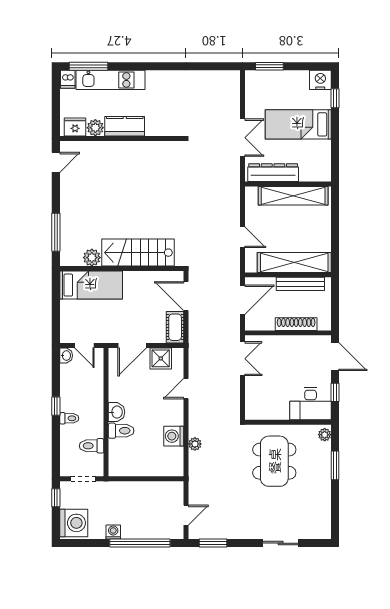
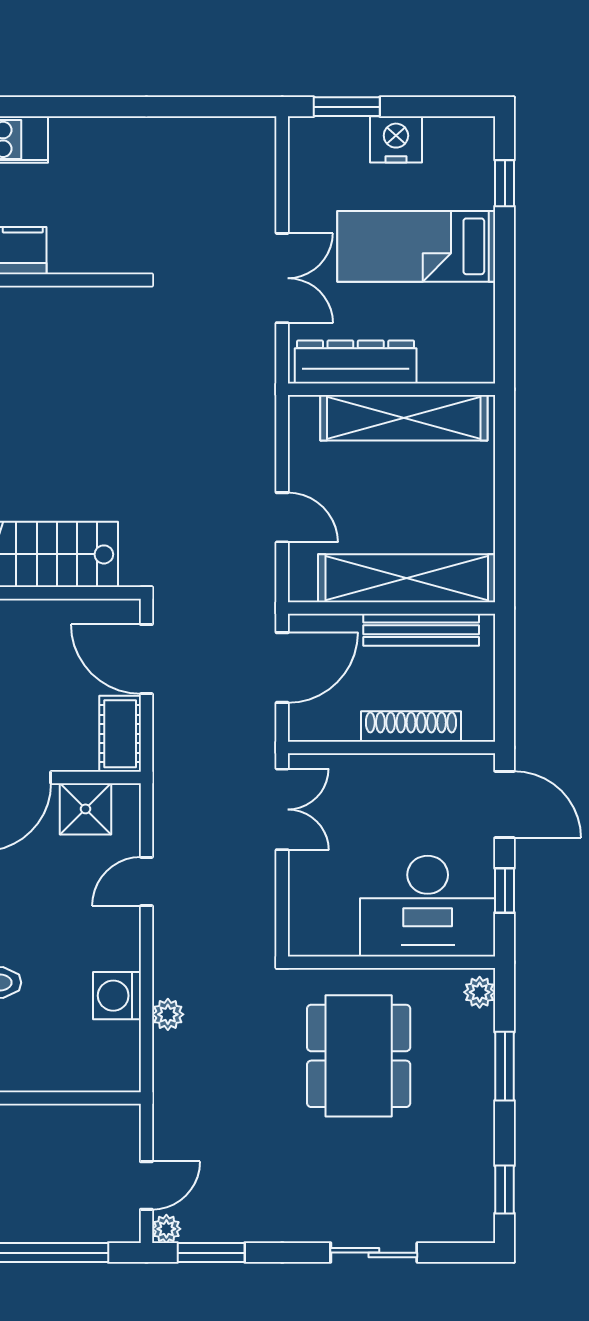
nightstand: (320, 80) -> (396, 139), moved
desk: (311, 404) -> (428, 906), width x1.36, depth x1.30
window: (335, 517) -> (505, 1190), added
plant: (194, 533) -> (166, 1229), added

